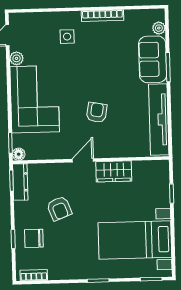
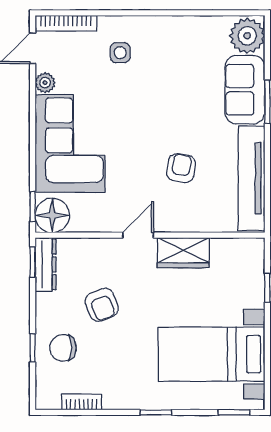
bookcase: (102, 16) -> (66, 23), moved
plant: (159, 28) -> (247, 36), width x1.88, depth x1.88
armchair: (97, 112) -> (181, 168), moved
floor lamp: (19, 154) -> (52, 215), width x1.89, depth x1.89
bookcase: (34, 275) -> (82, 402), moved

